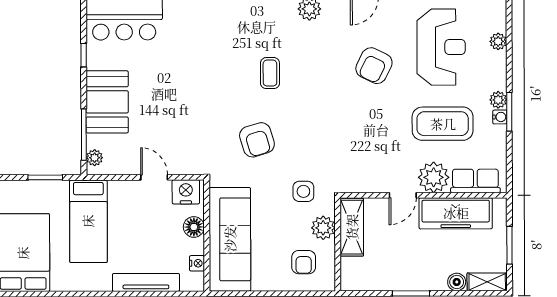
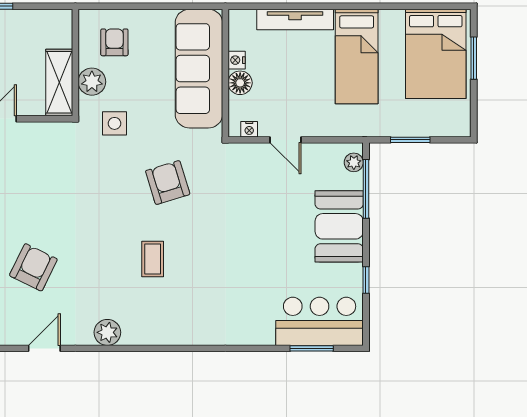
nightstand: (186, 192) -> (249, 129), width x0.53, depth x0.56
bed: (88, 221) -> (357, 57), moved, turned 180
nightstand: (197, 263) -> (237, 60), moved

